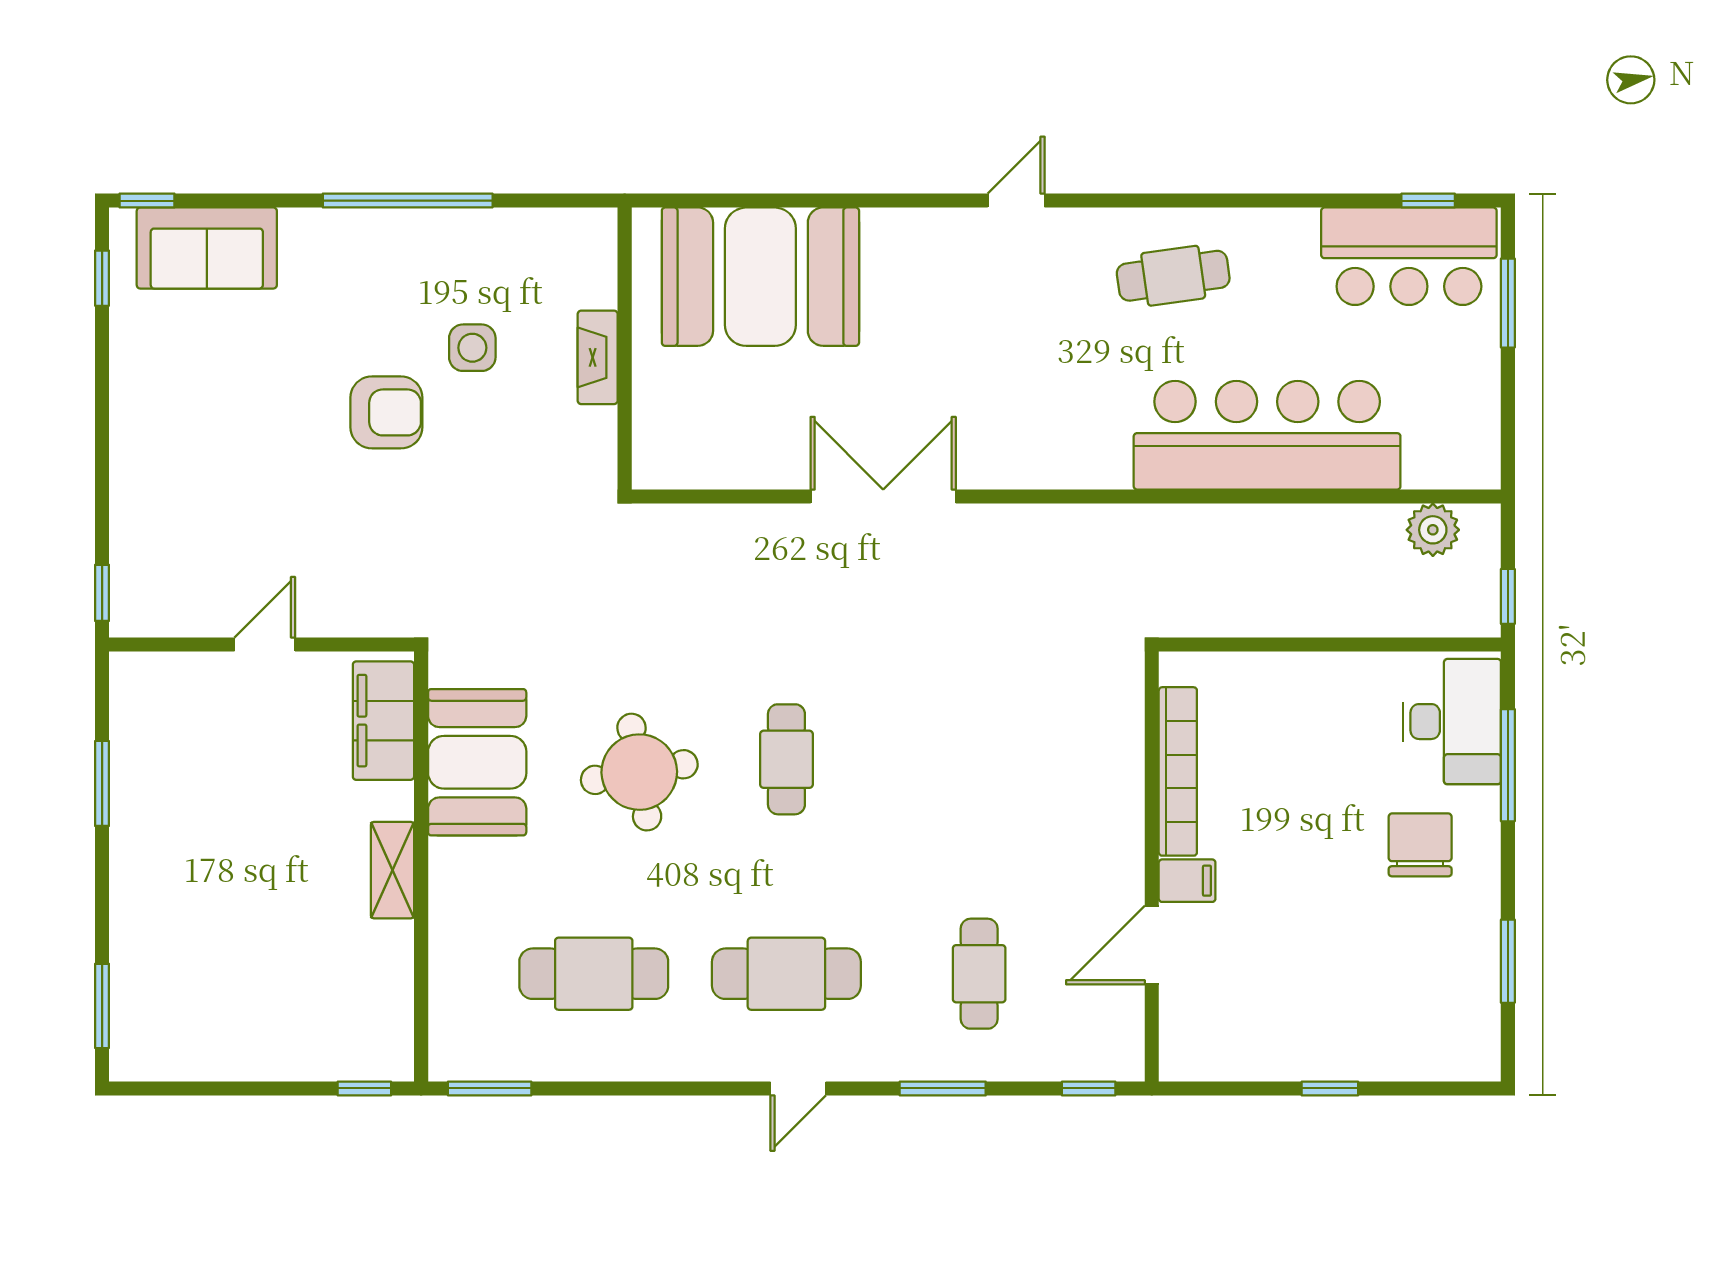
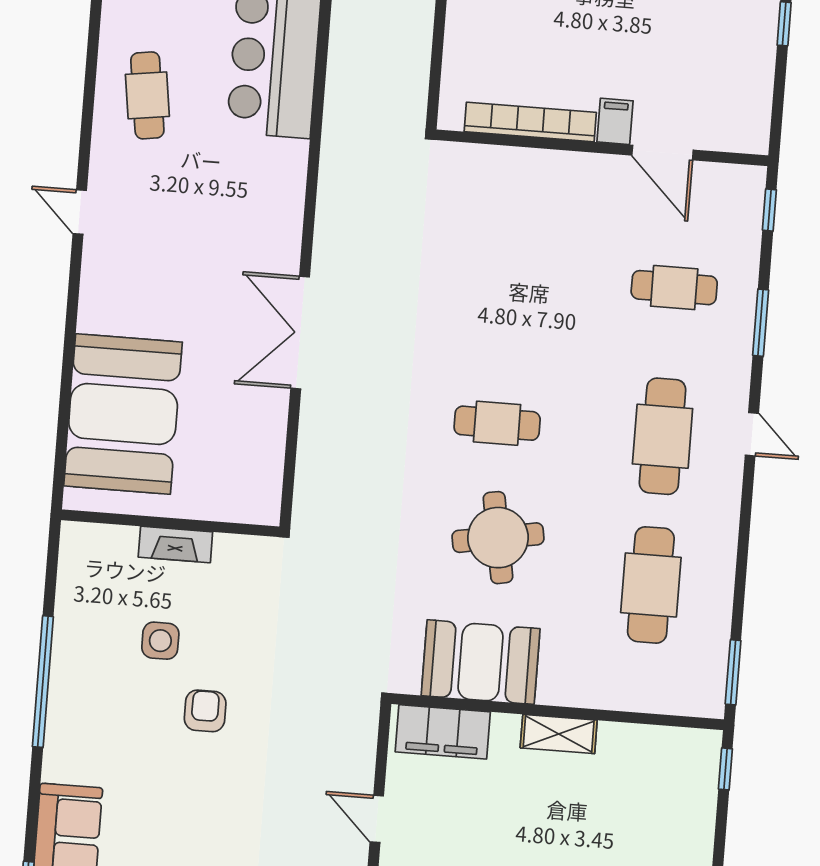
armchair: (386, 412) -> (205, 711), width x0.72, depth x0.72

